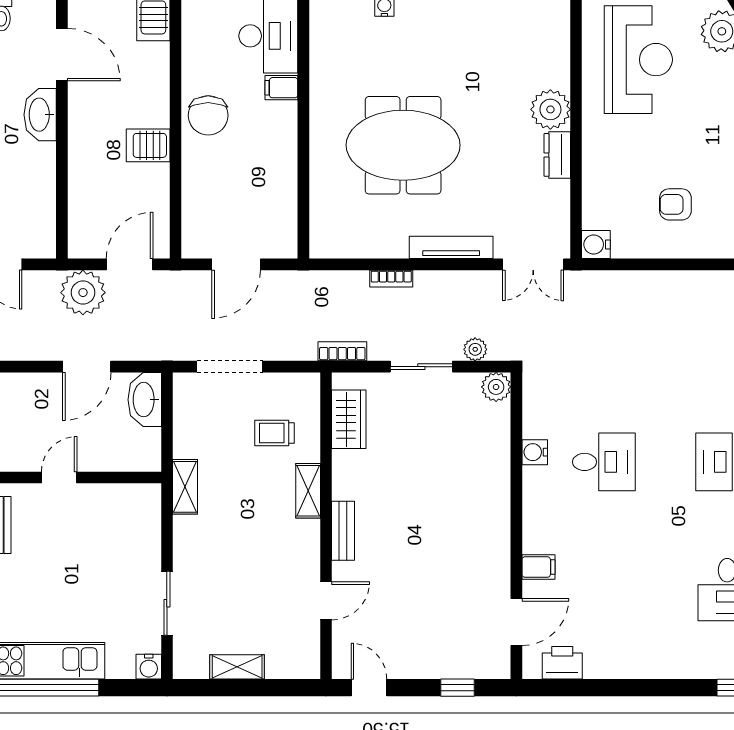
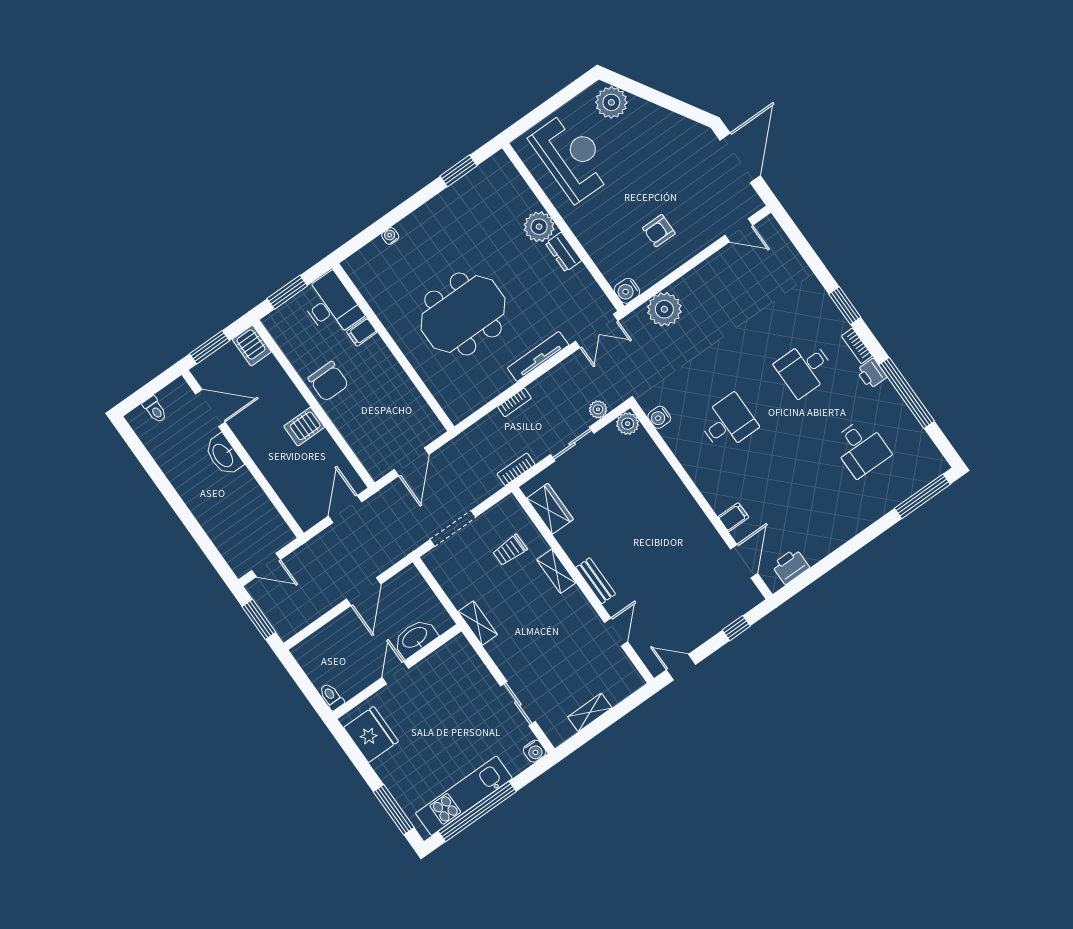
plant: (83, 293) -> (664, 309), moved
washbasin: (145, 400) -> (415, 638), moved, turned 90
water cooler: (535, 452) -> (659, 417), moved

